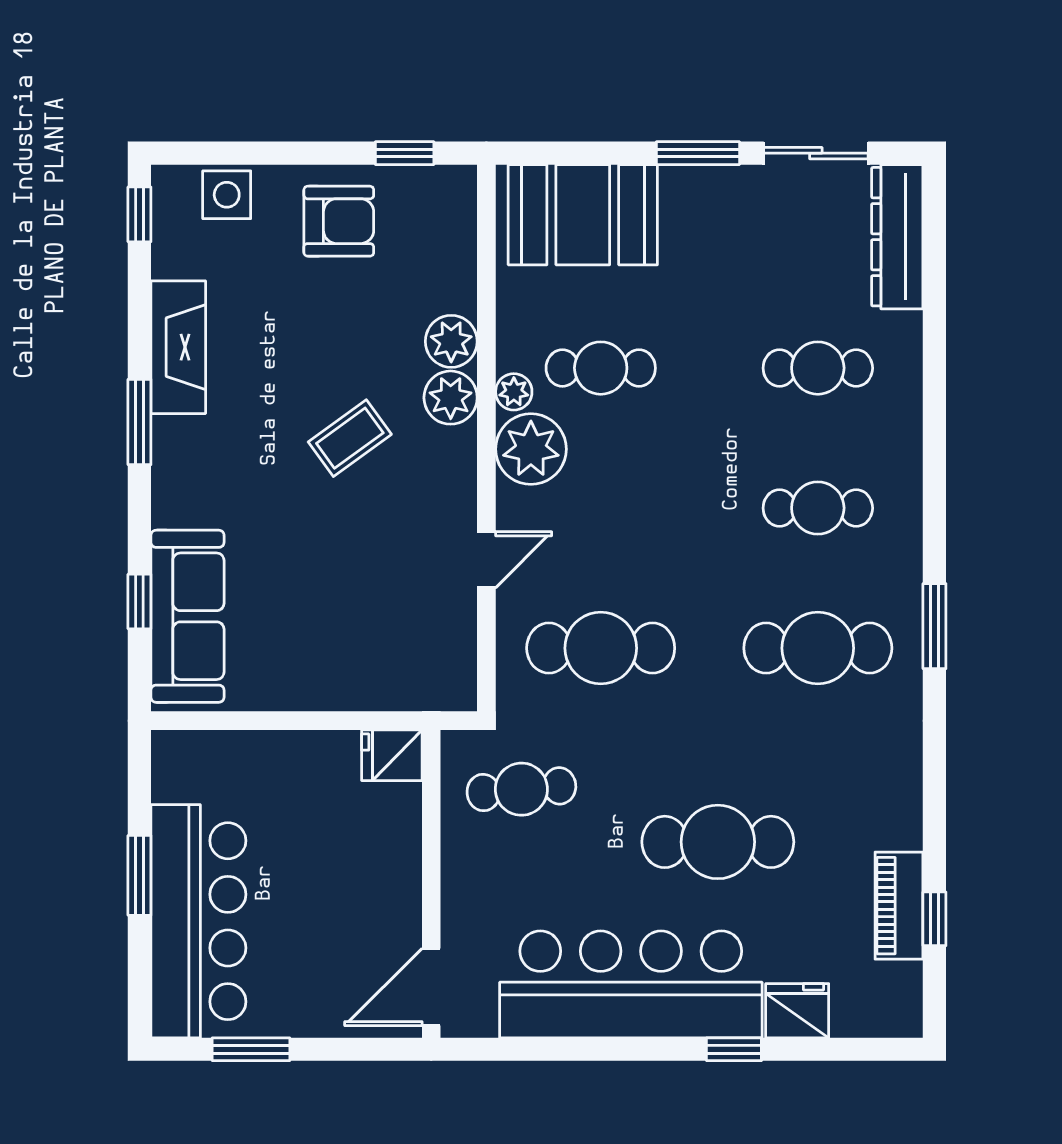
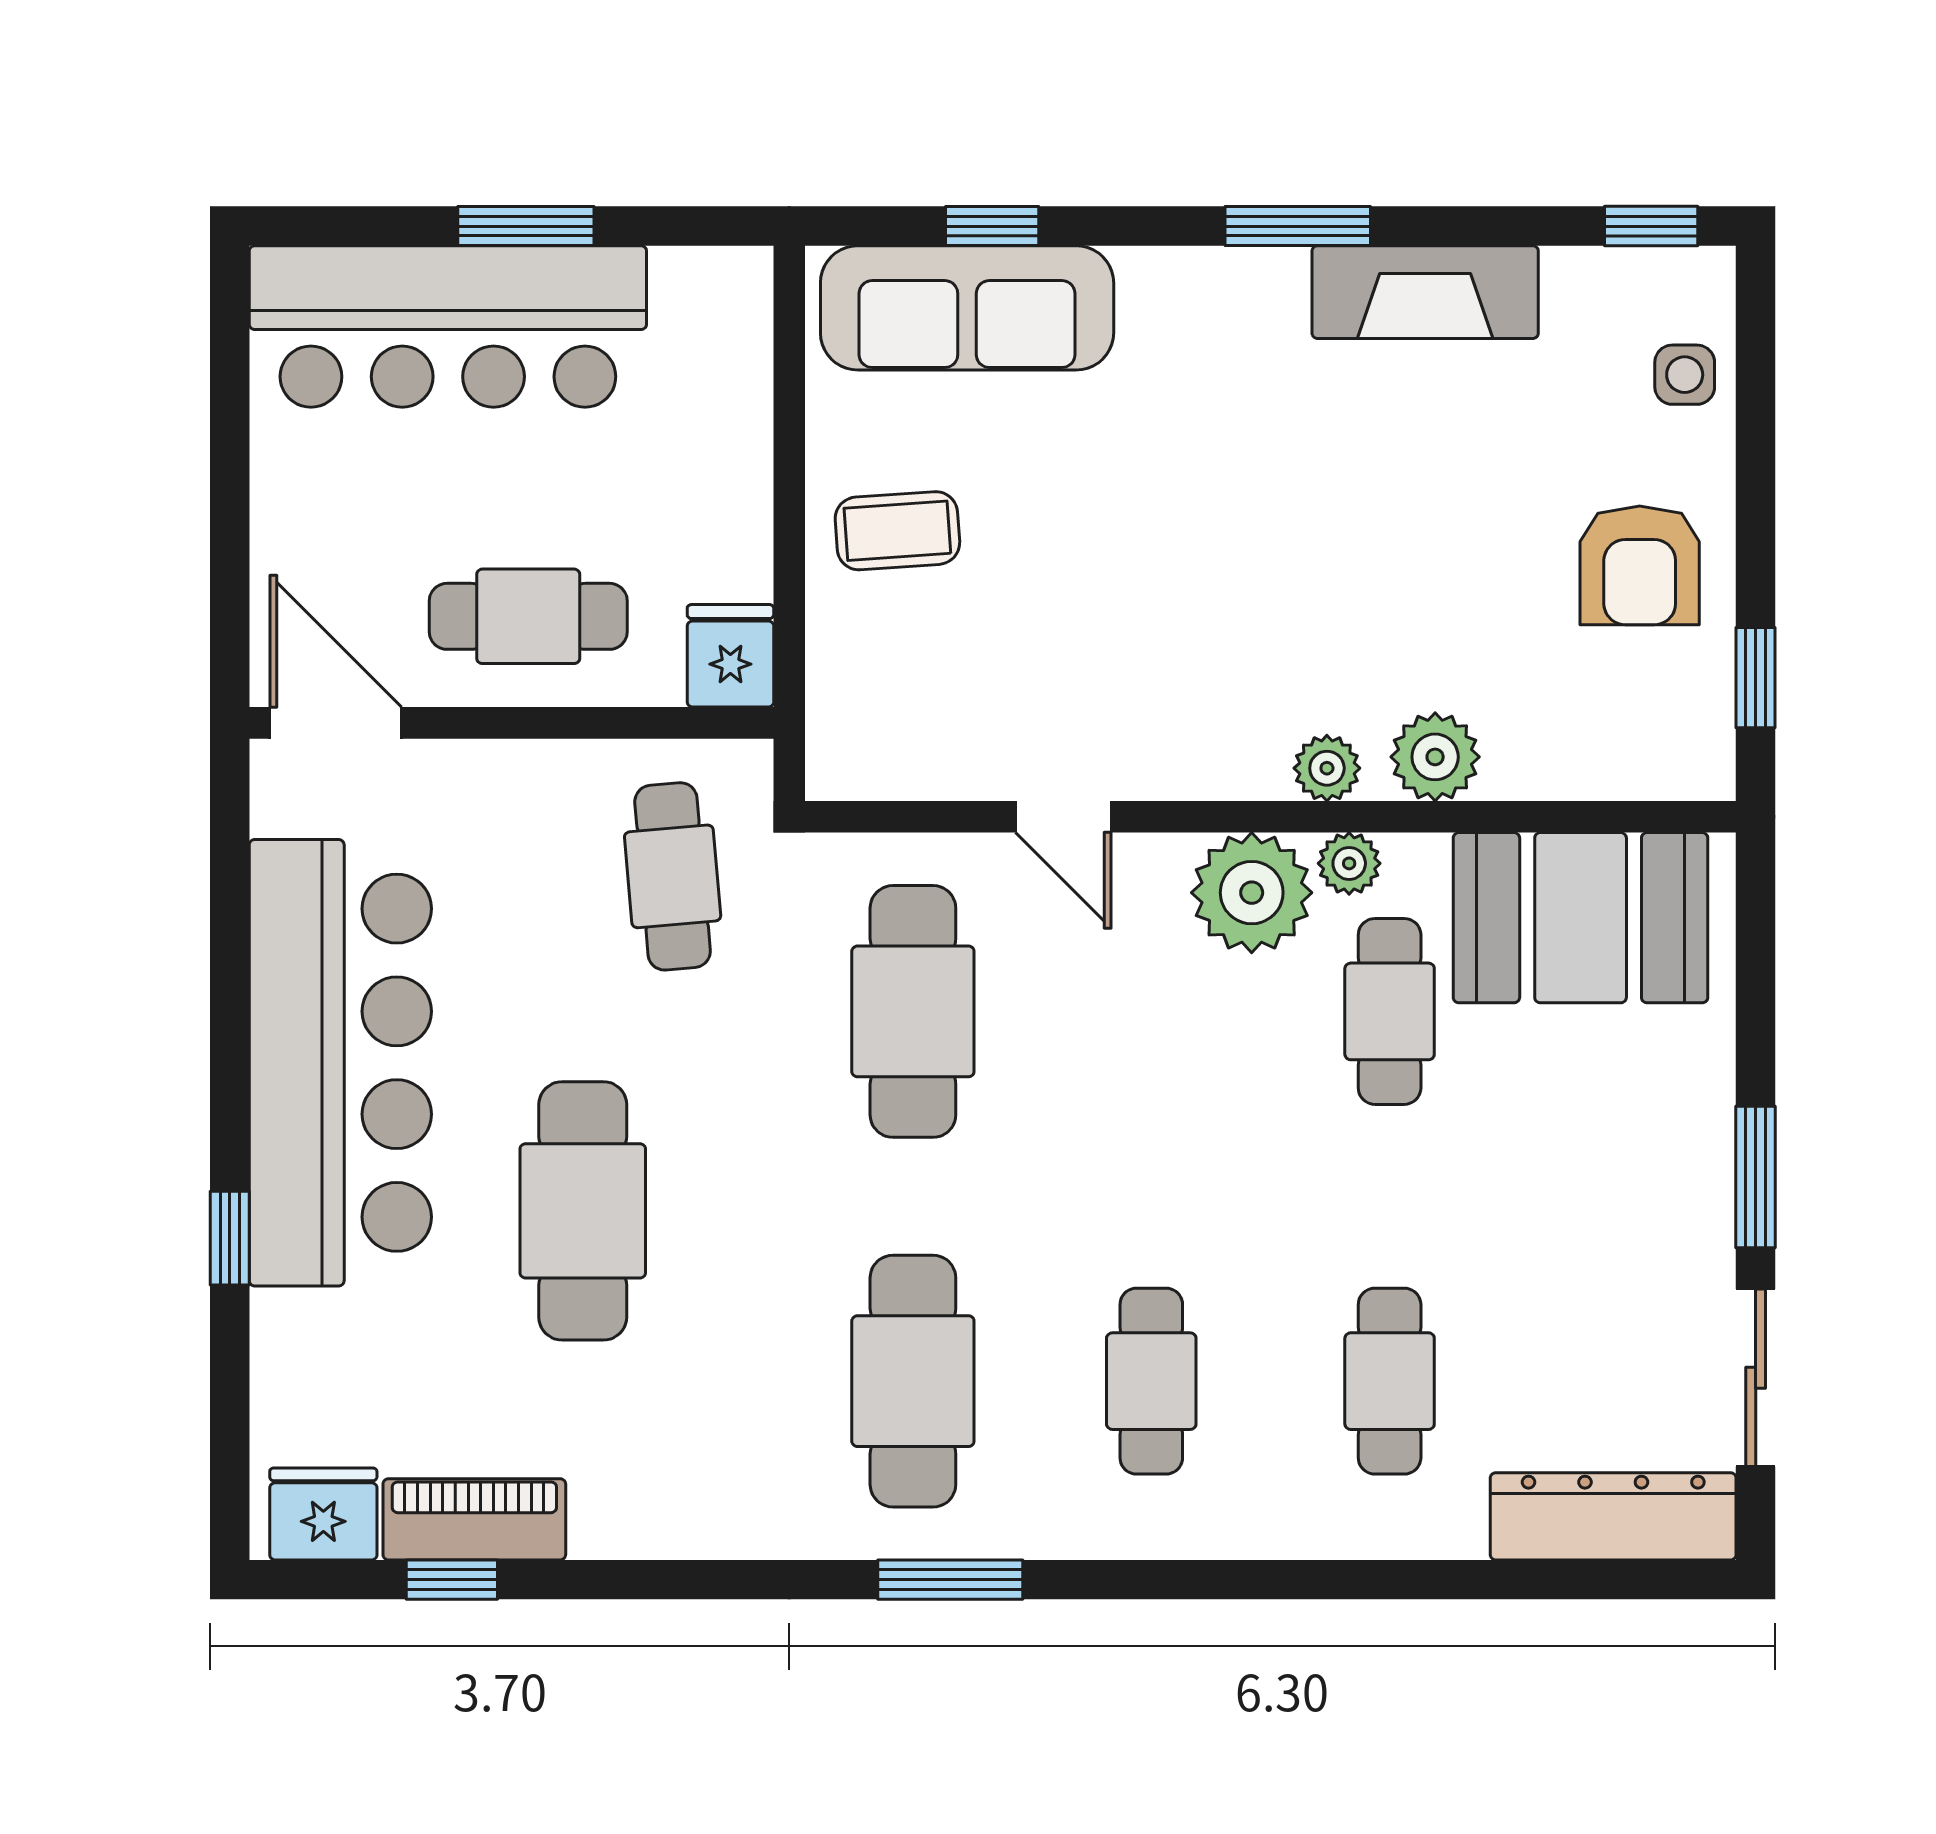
side table: (227, 195) -> (1685, 375), width x0.73, depth x0.73
booth: (583, 215) -> (1581, 918), moved, turned 90
plant: (451, 398) -> (1327, 768), width x0.73, depth x0.73
coffee table: (350, 438) -> (897, 531), moved, turned -58
cafe table: (369, 874) -> (528, 616), added
fridge: (797, 1011) -> (323, 1514), moved, turned -90
window: (251, 1049) -> (230, 416), removed

